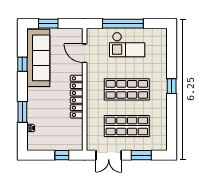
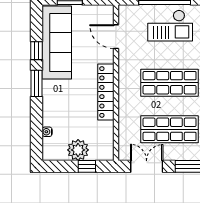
window: (22, 112) -> (37, 83), moved
plant: (55, 142) -> (78, 150), added
double door: (109, 155) -> (147, 166), swing flipped

